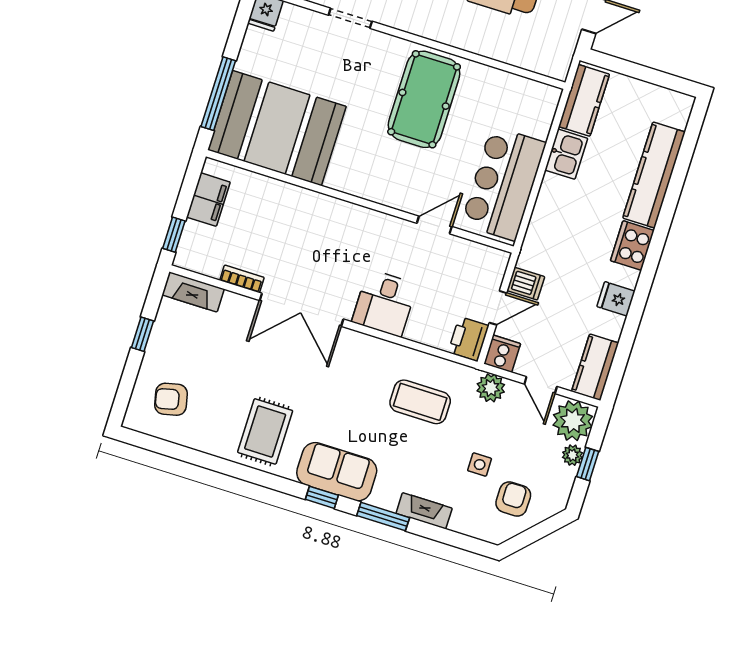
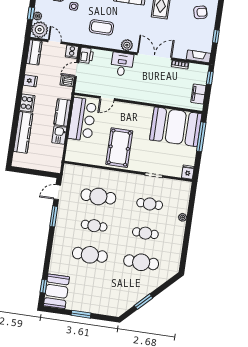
kitchen counter: (584, 100) -> (62, 112), moved
plant: (491, 388) -> (127, 45), moved

